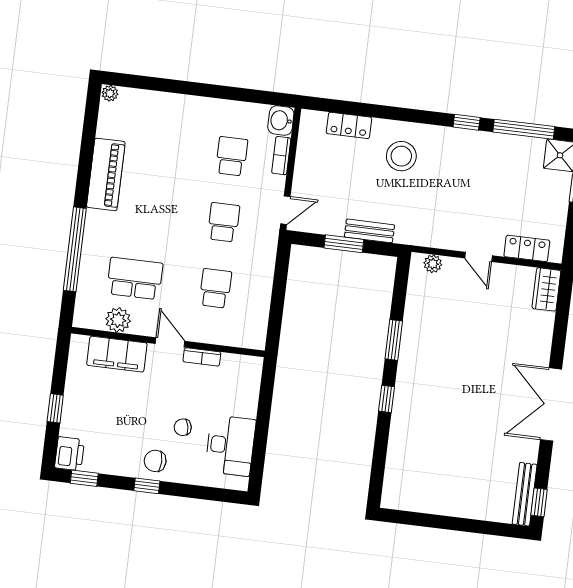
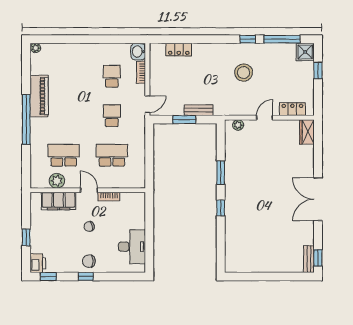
stool: (401, 156) -> (244, 73), moved
window: (75, 249) -> (26, 119), moved
door: (479, 257) -> (265, 118), swing flipped
school desk: (215, 288) -> (112, 155), width x1.85
chair: (183, 427) -> (89, 227), moved
bench: (525, 494) -> (309, 259), width x0.73

